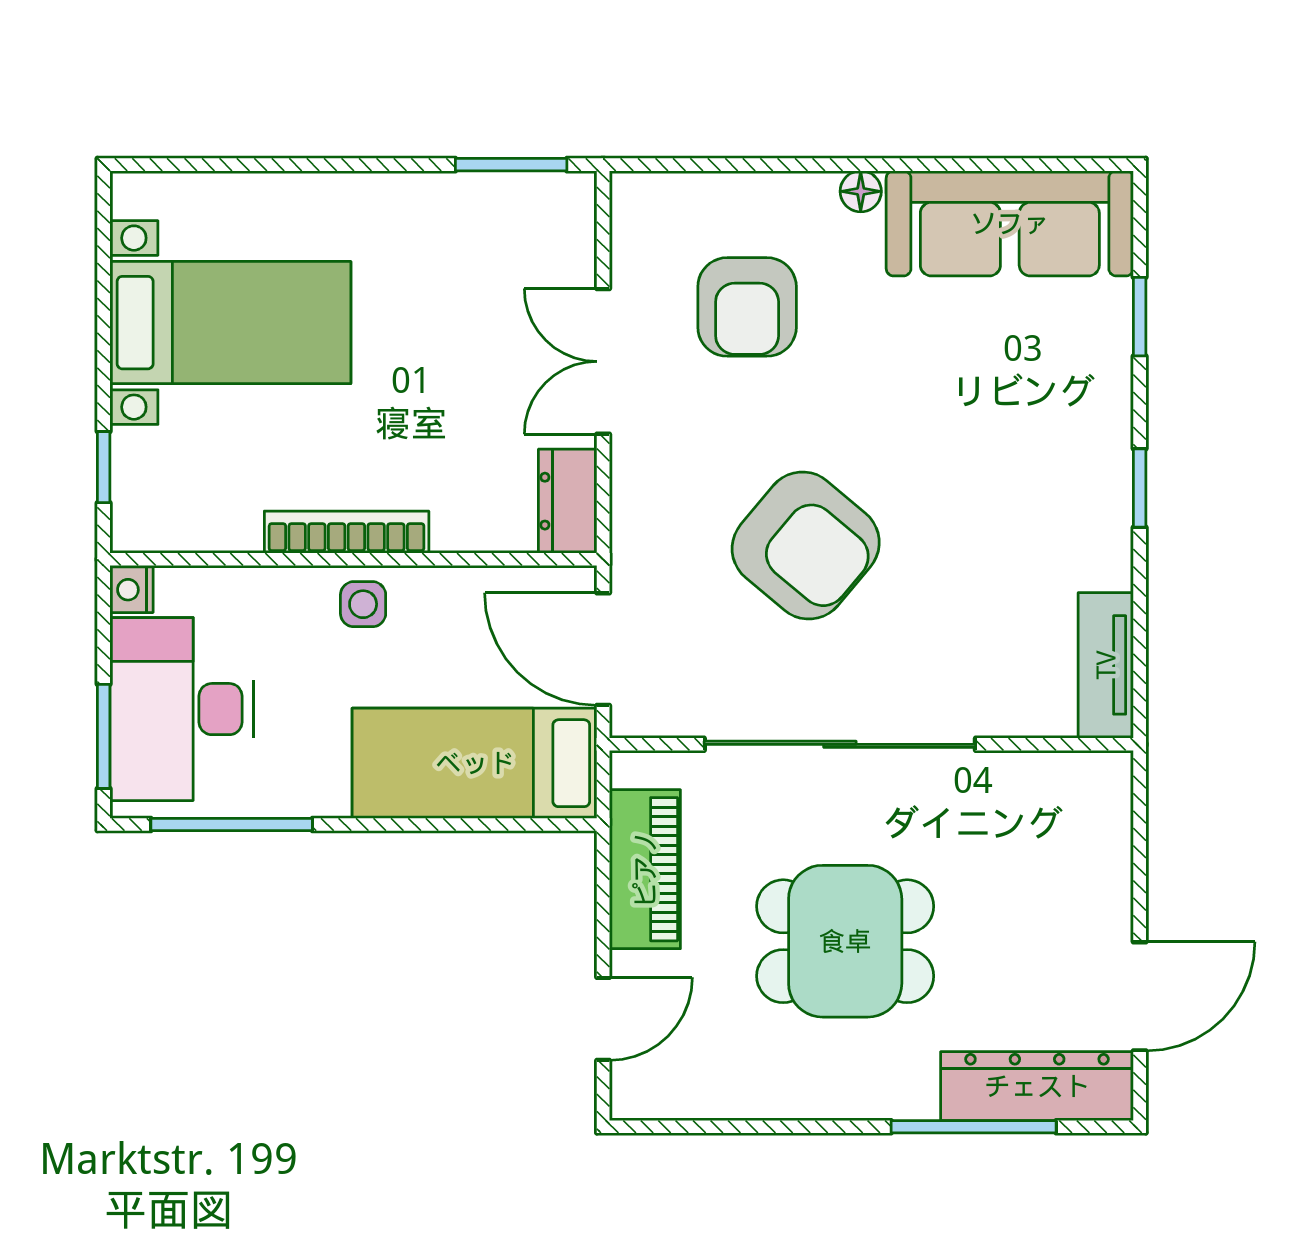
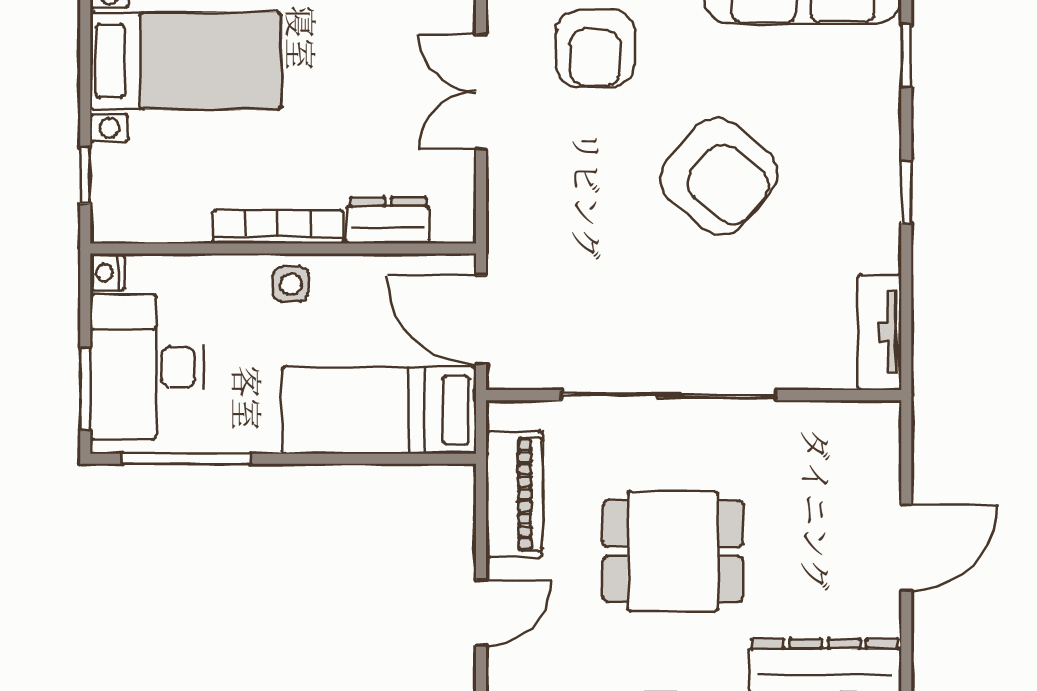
dresser: (568, 501) -> (388, 220), moved, turned 90
armchair: (806, 546) -> (719, 177), moved
door: (1140, 996) -> (906, 547), moved

